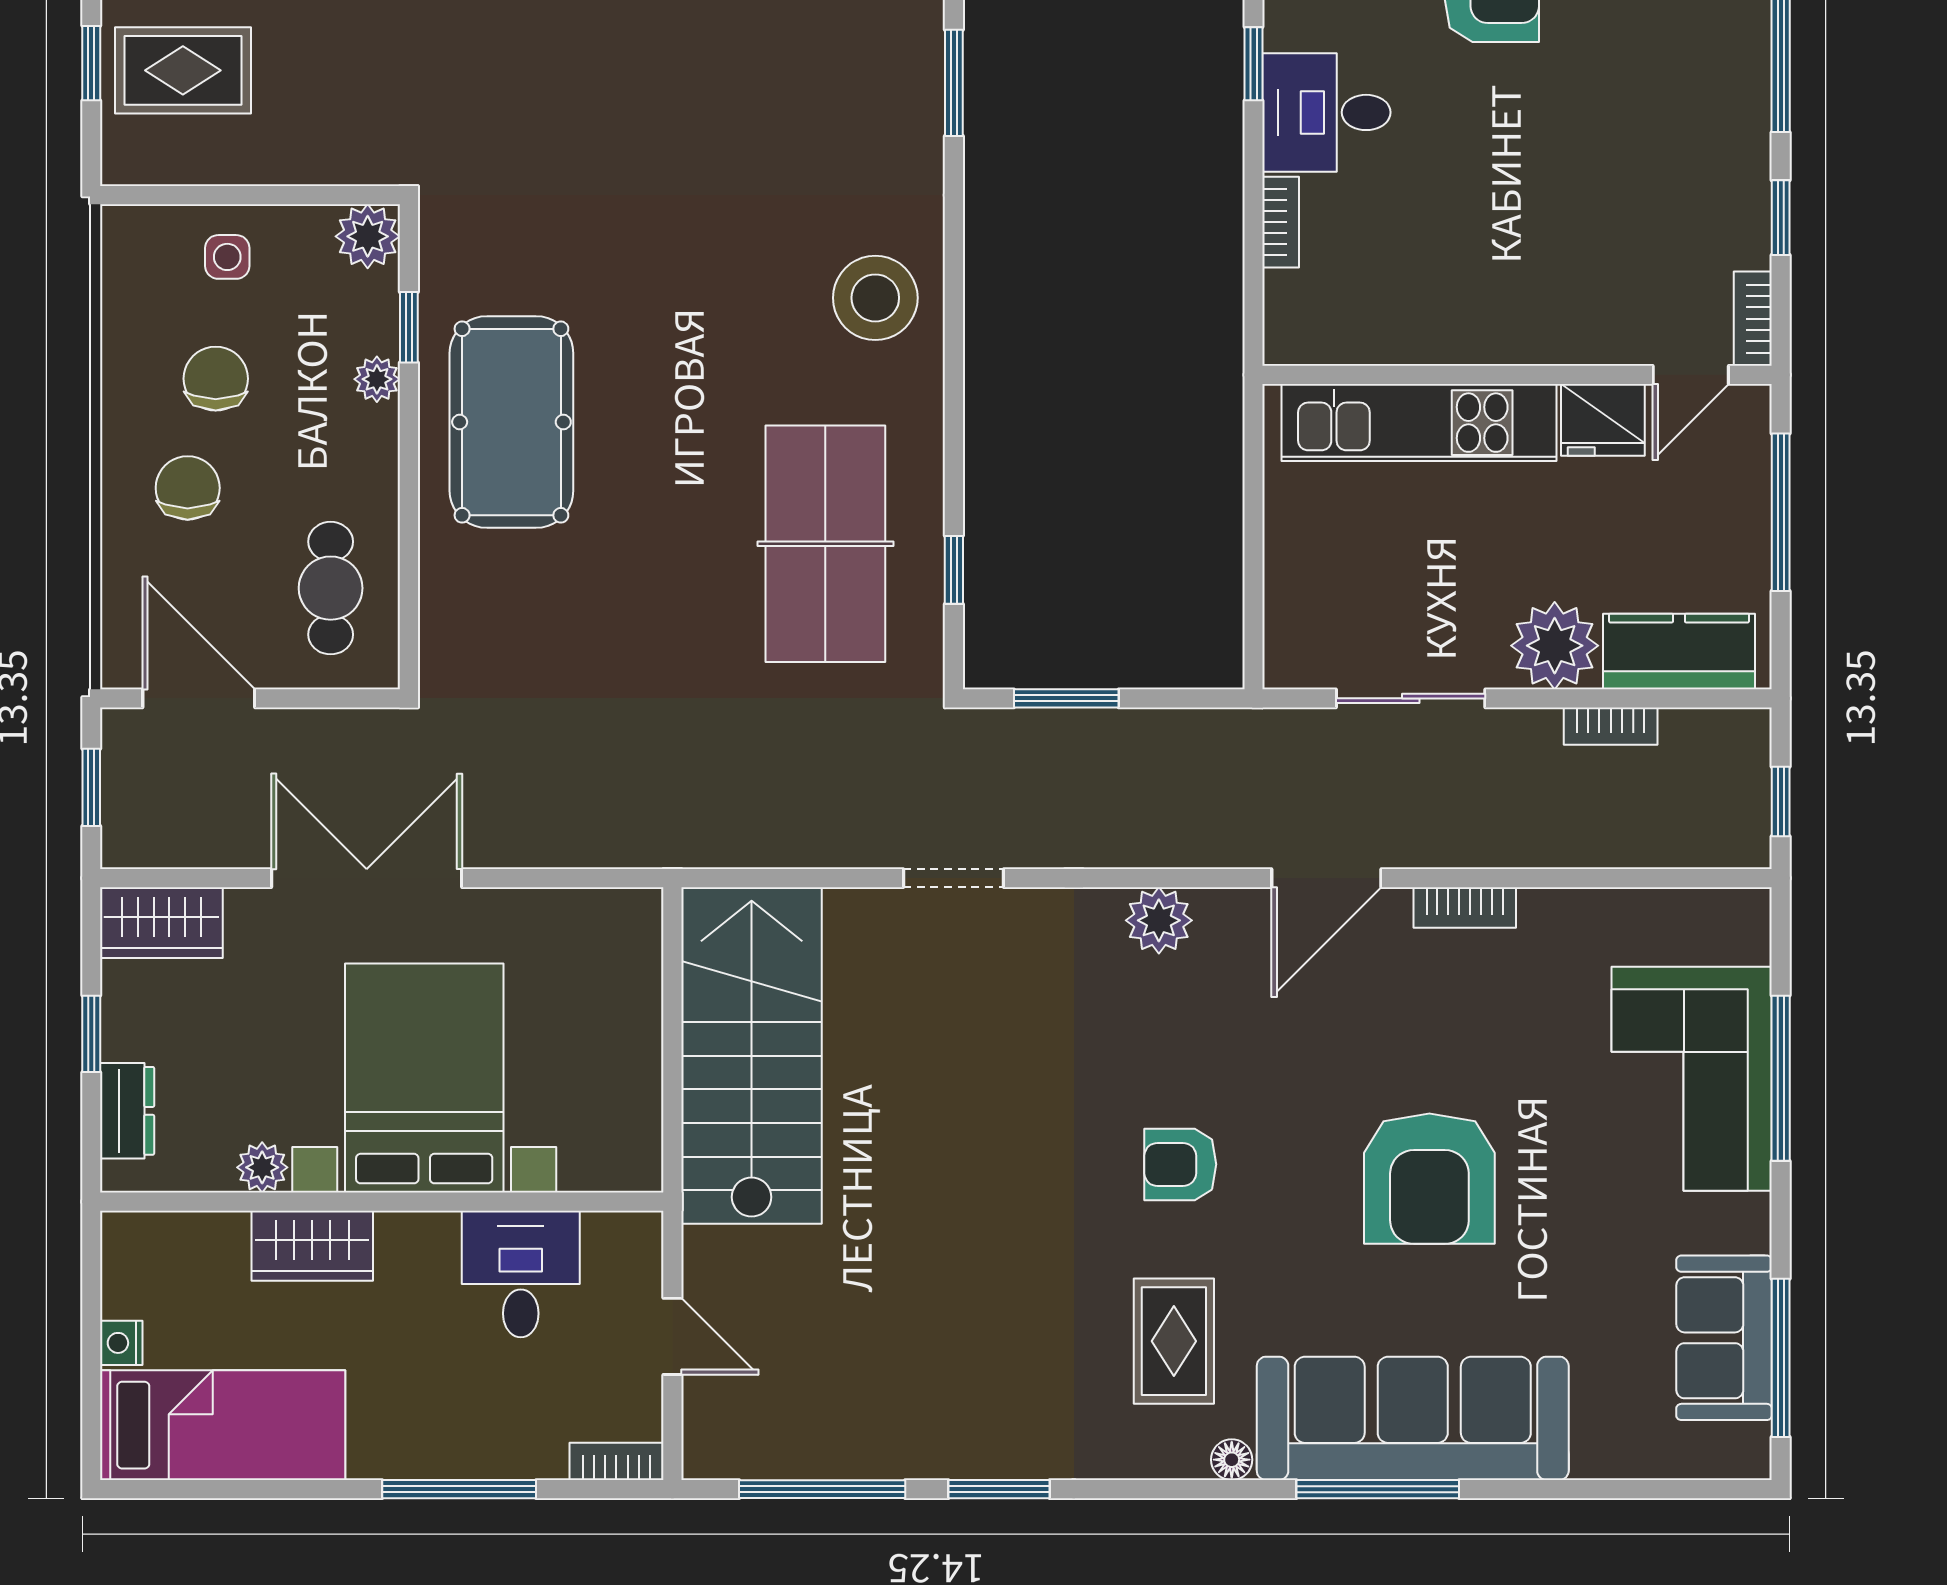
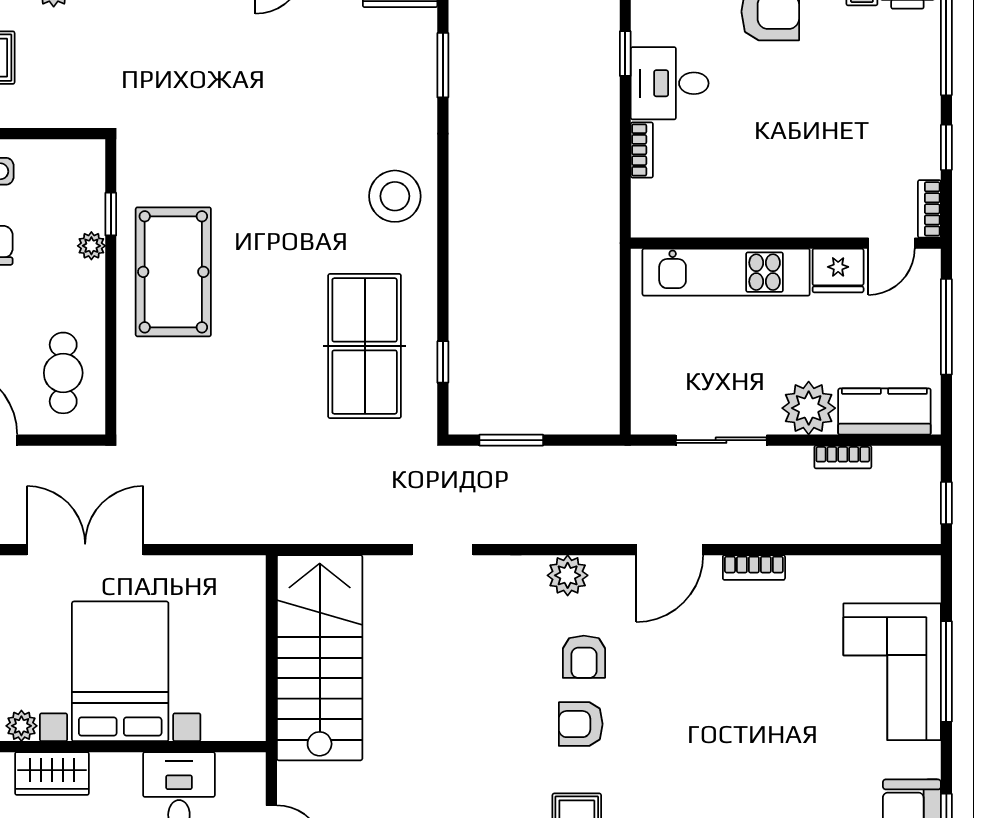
plant: (368, 236) -> (86, 159), removed
armchair: (1429, 1179) -> (584, 657), moved, width x0.53, depth x0.53

